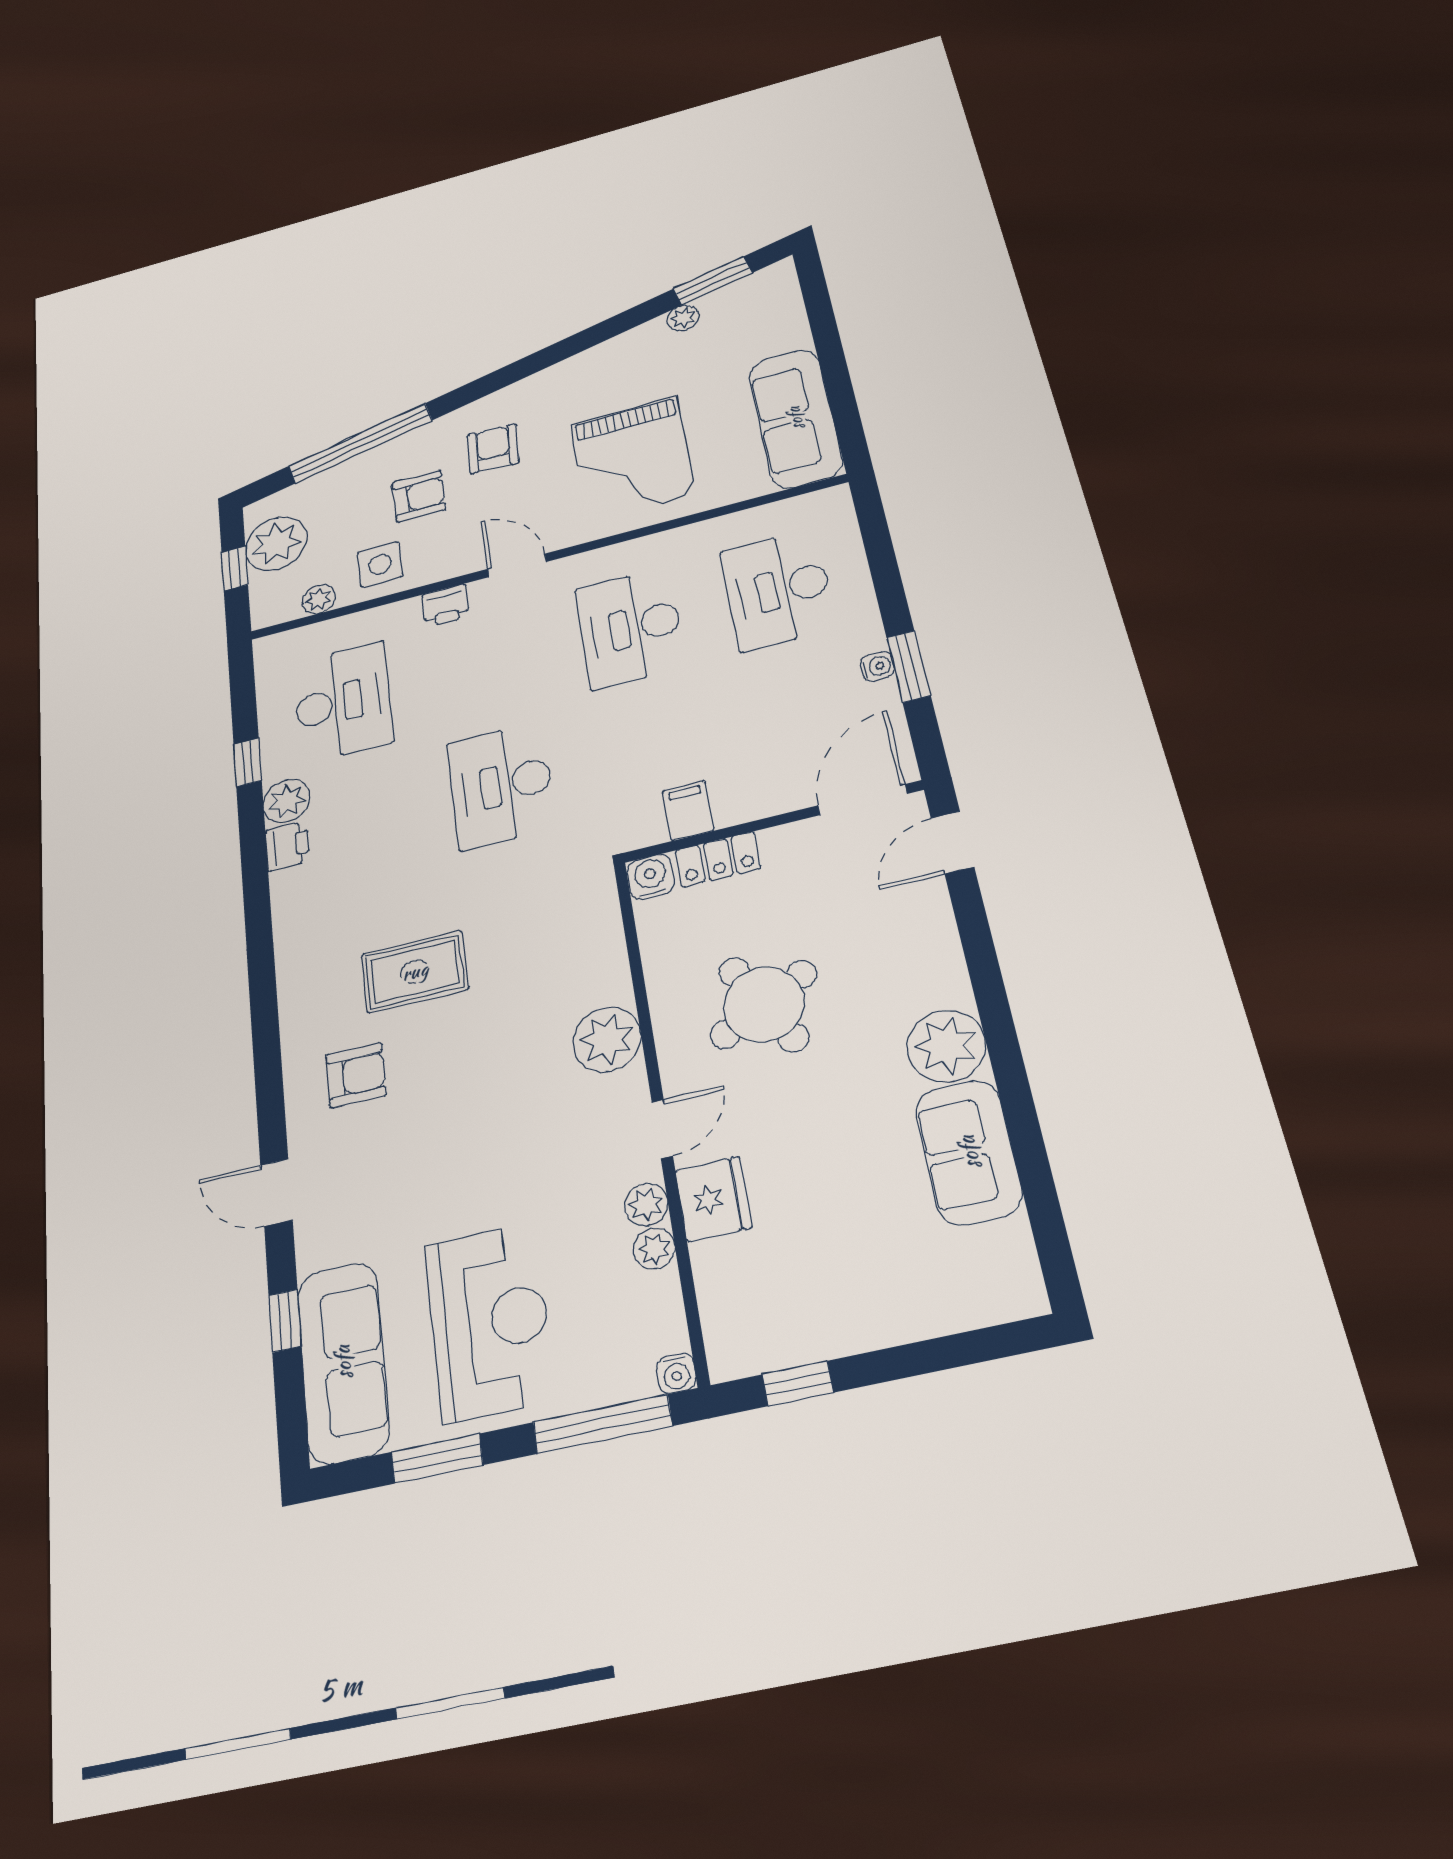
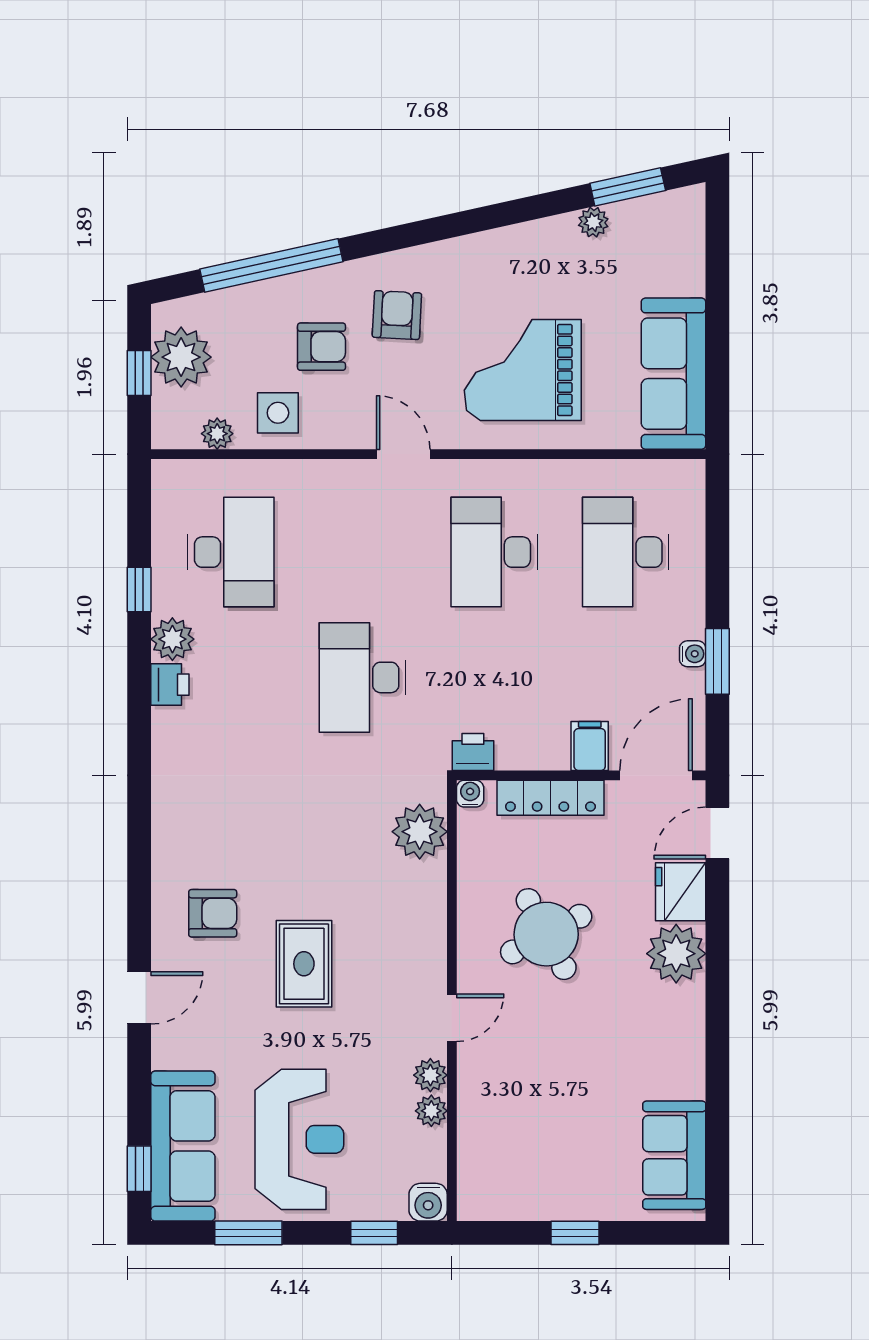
grand piano: (632, 459) -> (523, 370), turned 90
printer: (445, 606) -> (473, 752), moved, turned 180
filing cabinet: (688, 811) -> (590, 746), moved
locker: (718, 859) -> (550, 798), width x1.53
water cooler: (650, 877) -> (470, 794), width x0.72, depth x0.72
rug: (415, 972) -> (304, 964), moved, turned 90
plant: (607, 1039) -> (420, 832), moved
plant: (946, 1046) -> (676, 954), moved
sofa: (969, 1152) -> (674, 1155), moved
door: (276, 1192) -> (139, 998), swing flipped
fridge: (713, 1199) -> (681, 892), moved, turned 180
window: (285, 1321) -> (139, 1169), moved
water cooler: (676, 1373) -> (428, 1202), width x1.38, depth x1.38
window: (798, 1383) -> (575, 1233), moved
window: (602, 1424) -> (374, 1233), width x0.46

